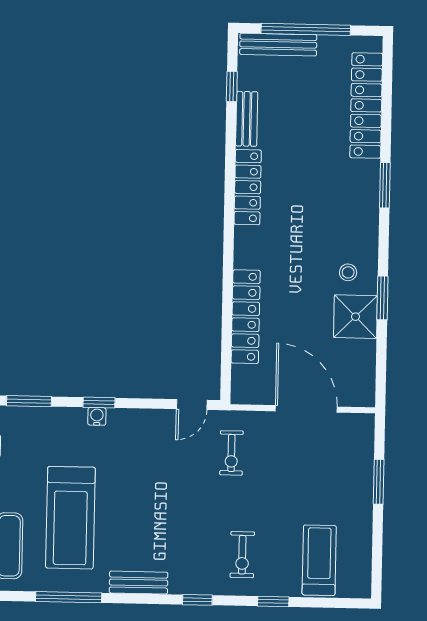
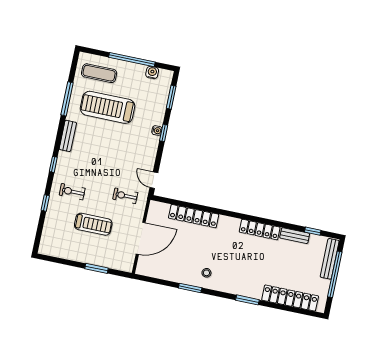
shower: (356, 317) -> (183, 272), removed
treadmill: (319, 560) -> (93, 224), moved

